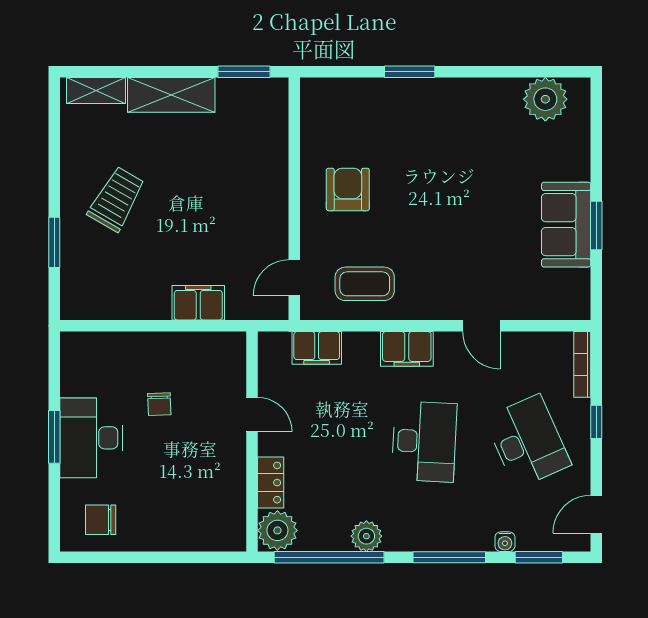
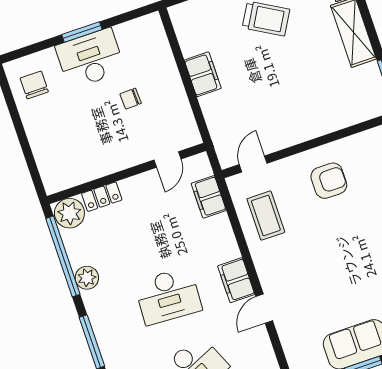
door: (294, 278) -> (253, 164), hinge flipped
filing cabinet: (198, 303) -> (203, 74), moved
filing cabinet: (407, 349) -> (236, 280), moved
door: (252, 414) -> (168, 160), moved

